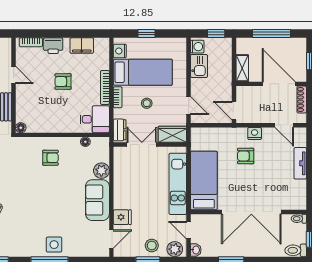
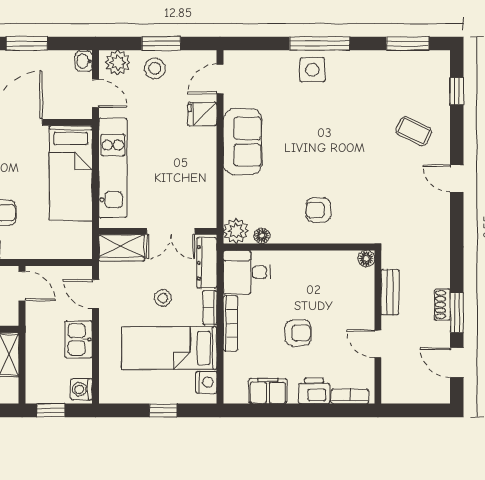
kitchen sink: (199, 66) -> (79, 339), moved
dresser: (120, 130) -> (207, 263), width x1.44
plant: (101, 171) -> (236, 231), moved

